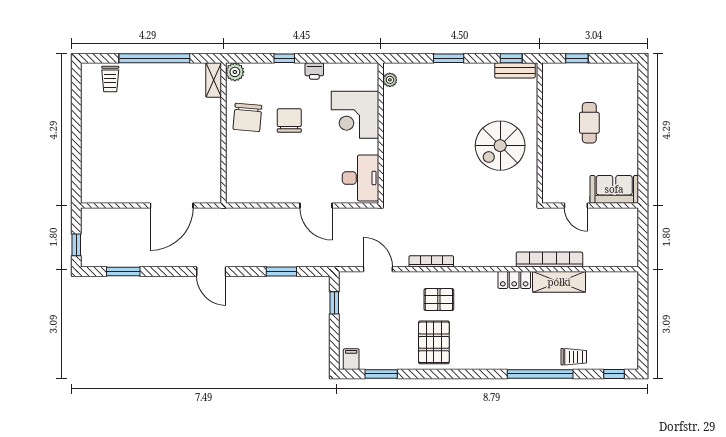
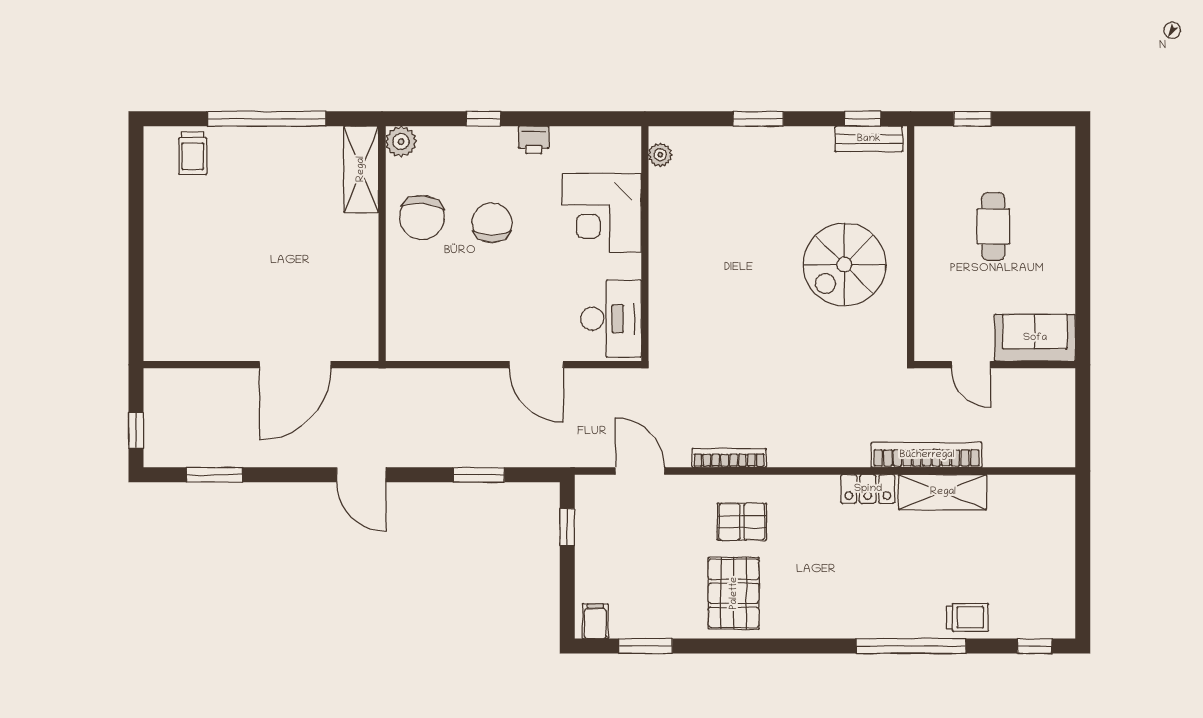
shelving: (214, 80) -> (361, 169), width x1.50, depth x1.33

